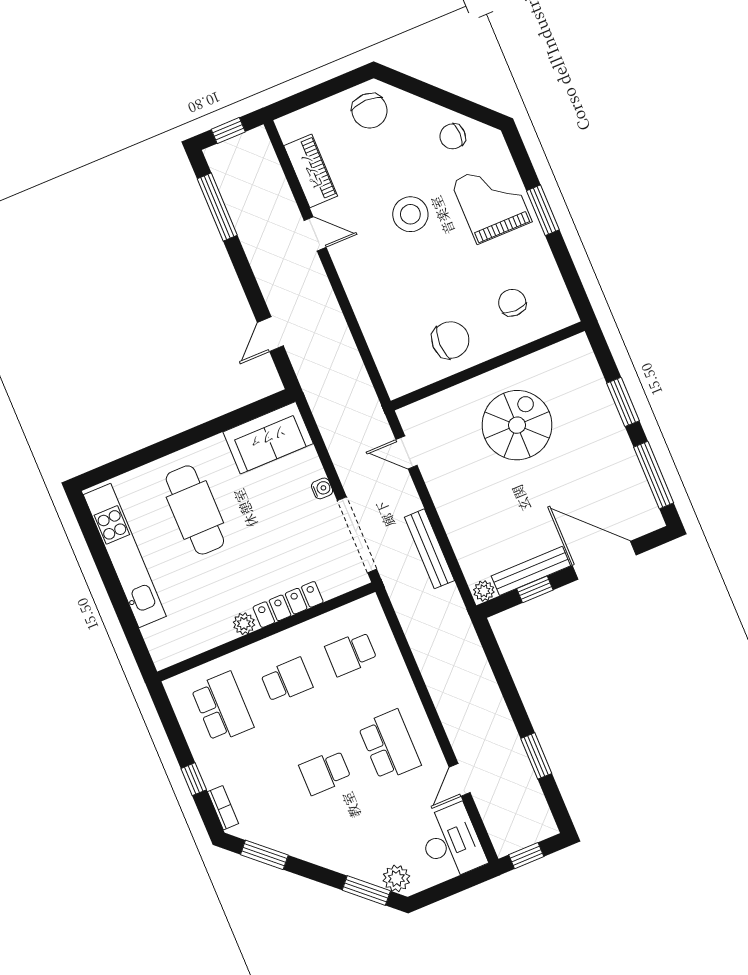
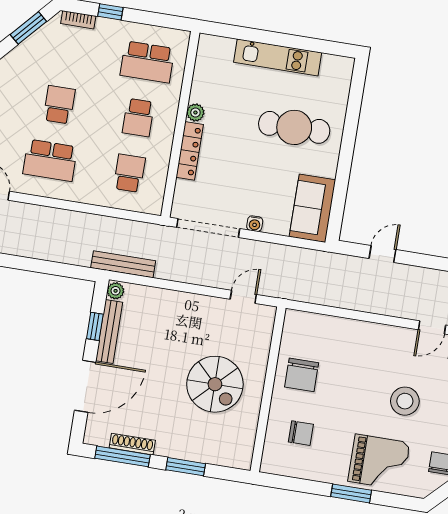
door: (270, 334) -> (382, 254), hinge flipped
shoe rack: (634, 473) -> (132, 444), added
bench: (429, 549) -> (123, 264), moved
kitchen unit: (125, 555) -> (278, 57), width x0.73

